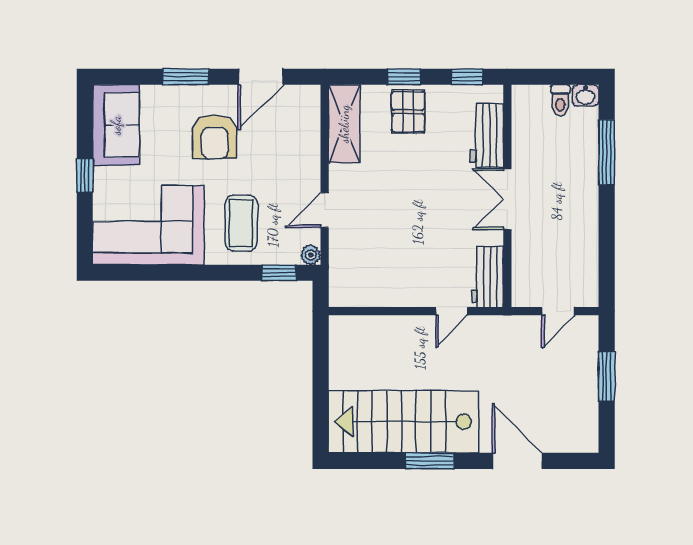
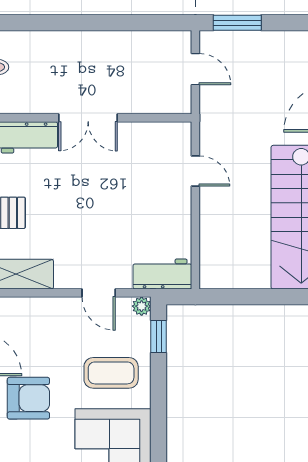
window: (607, 152) -> (43, 23), removed
workbench: (488, 277) -> (162, 274), moved, turned 180
window: (607, 377) -> (237, 23), moved

